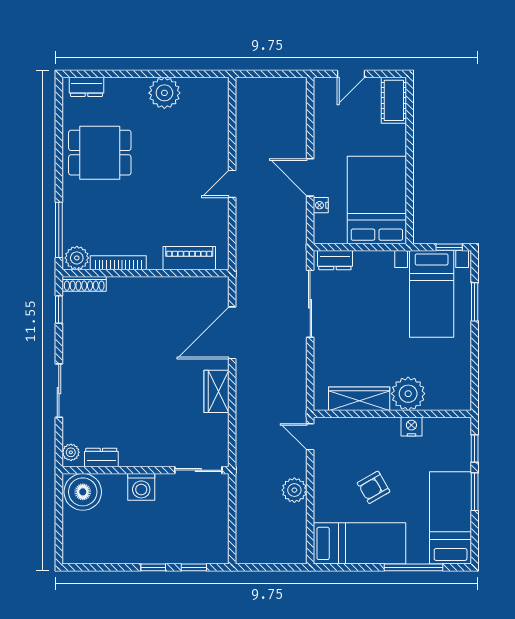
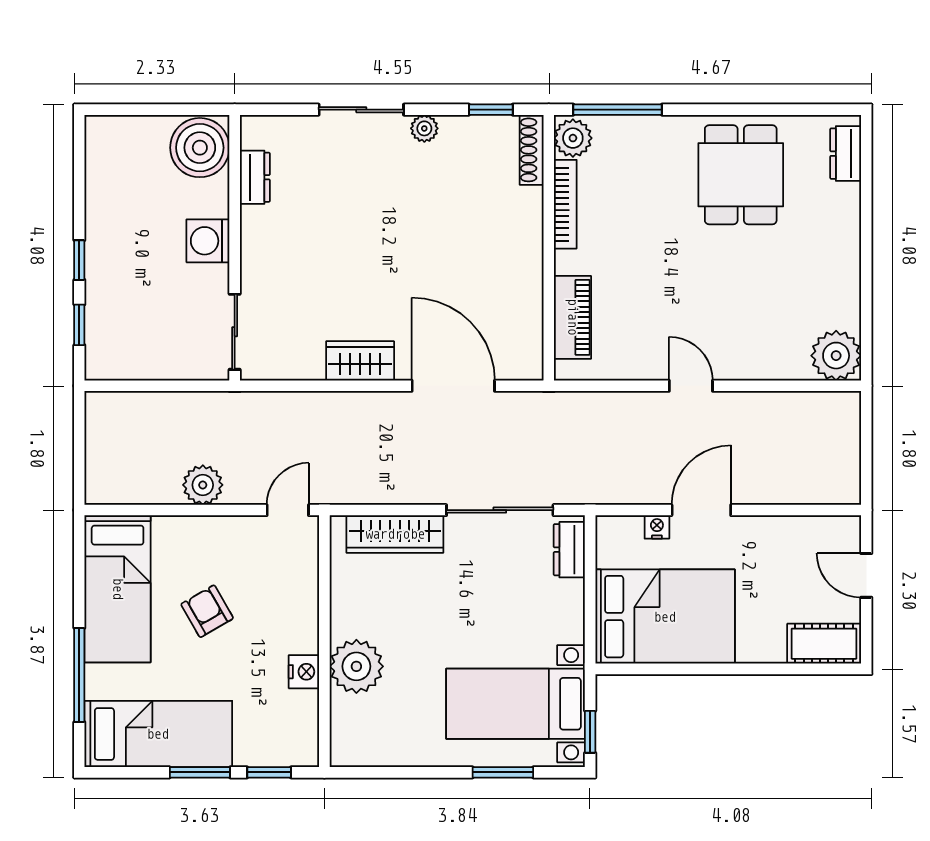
plant: (164, 93) -> (836, 356), moved
wardrobe: (359, 399) -> (395, 534), moved, turned 90
plant: (71, 452) -> (424, 128), moved

